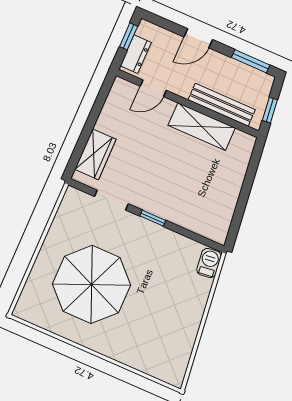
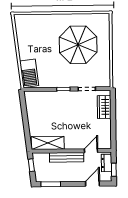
door: (198, 38) -> (92, 184), moved
bench: (222, 105) -> (67, 157), moved
shelving: (202, 127) -> (48, 143), moved
barbecue: (209, 263) -> (29, 73), width x1.88, depth x1.53

